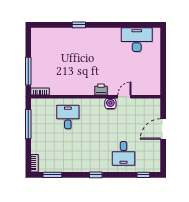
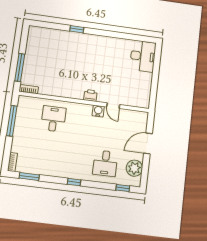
desk: (137, 40) -> (143, 56), moved, turned 90
door: (124, 97) -> (113, 106), swing flipped
plant: (152, 155) -> (134, 168), added

